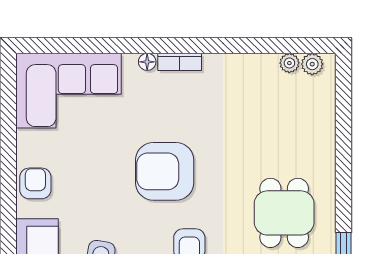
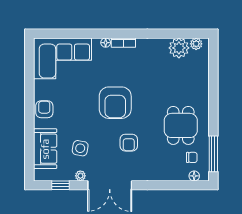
plant: (289, 63) -> (179, 48), width x1.88, depth x1.88
armchair: (165, 171) -> (115, 103), turned -90

